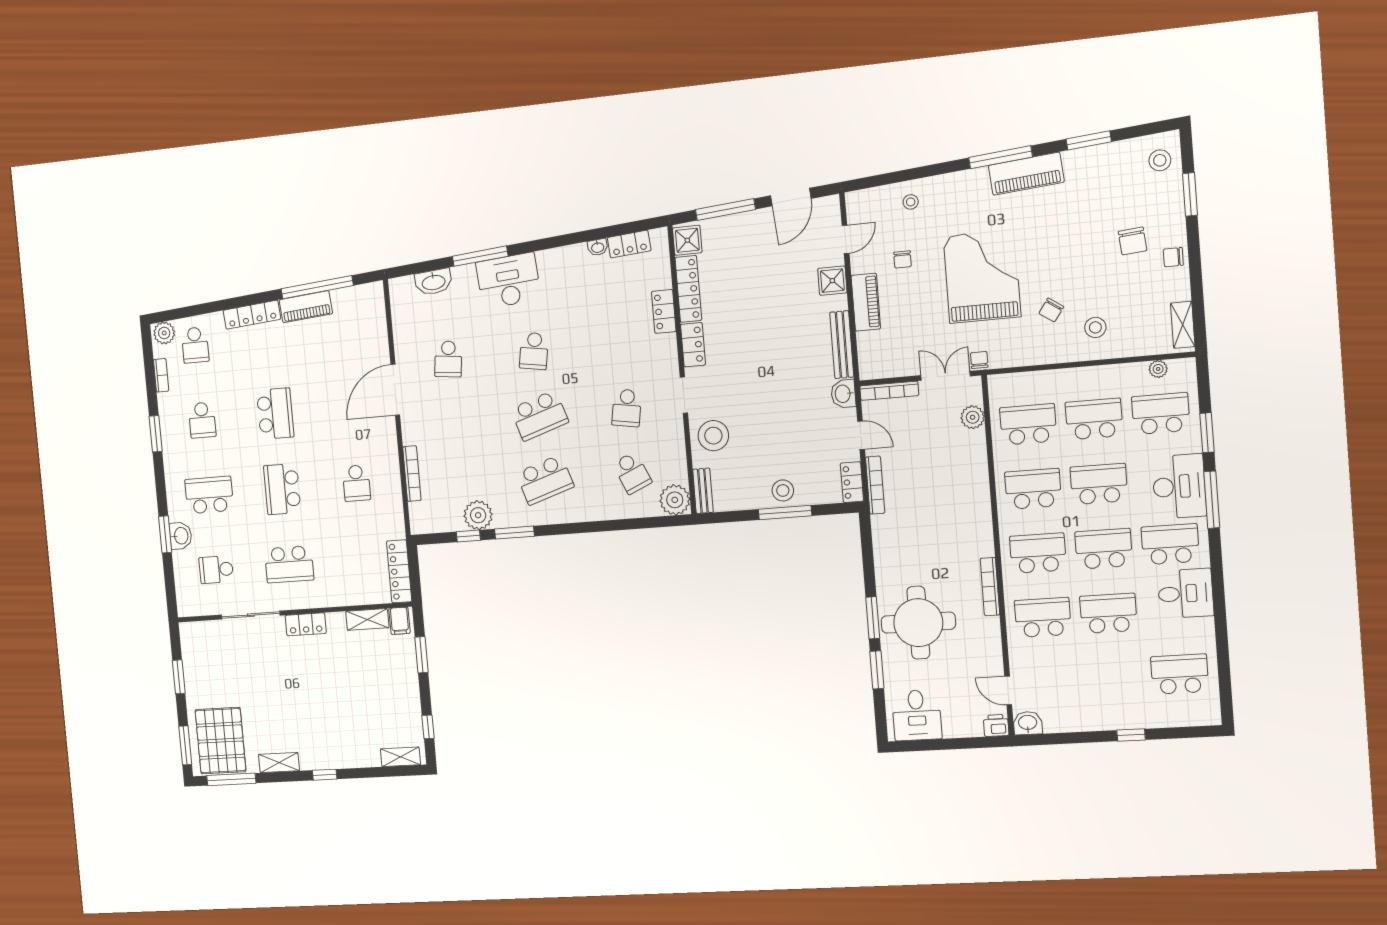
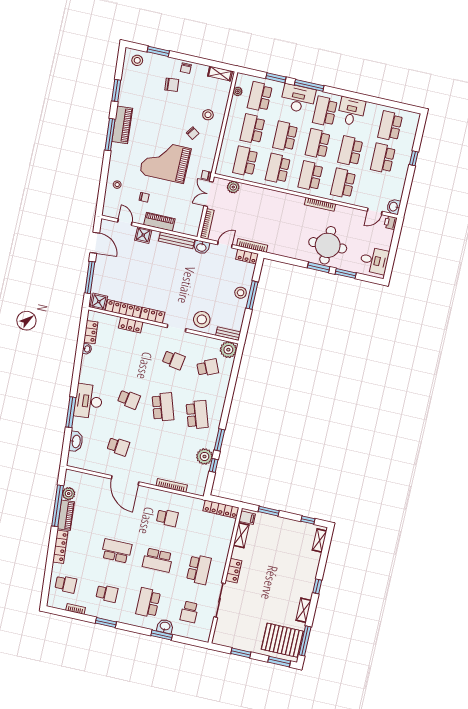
plant: (164, 333) -> (69, 494), moved
school desk: (1113, 678) -> (383, 158), added

